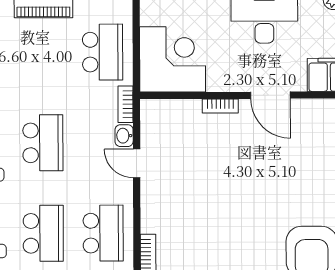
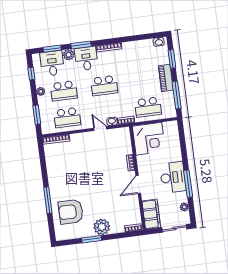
door: (137, 163) -> (100, 129), hinge flipped

